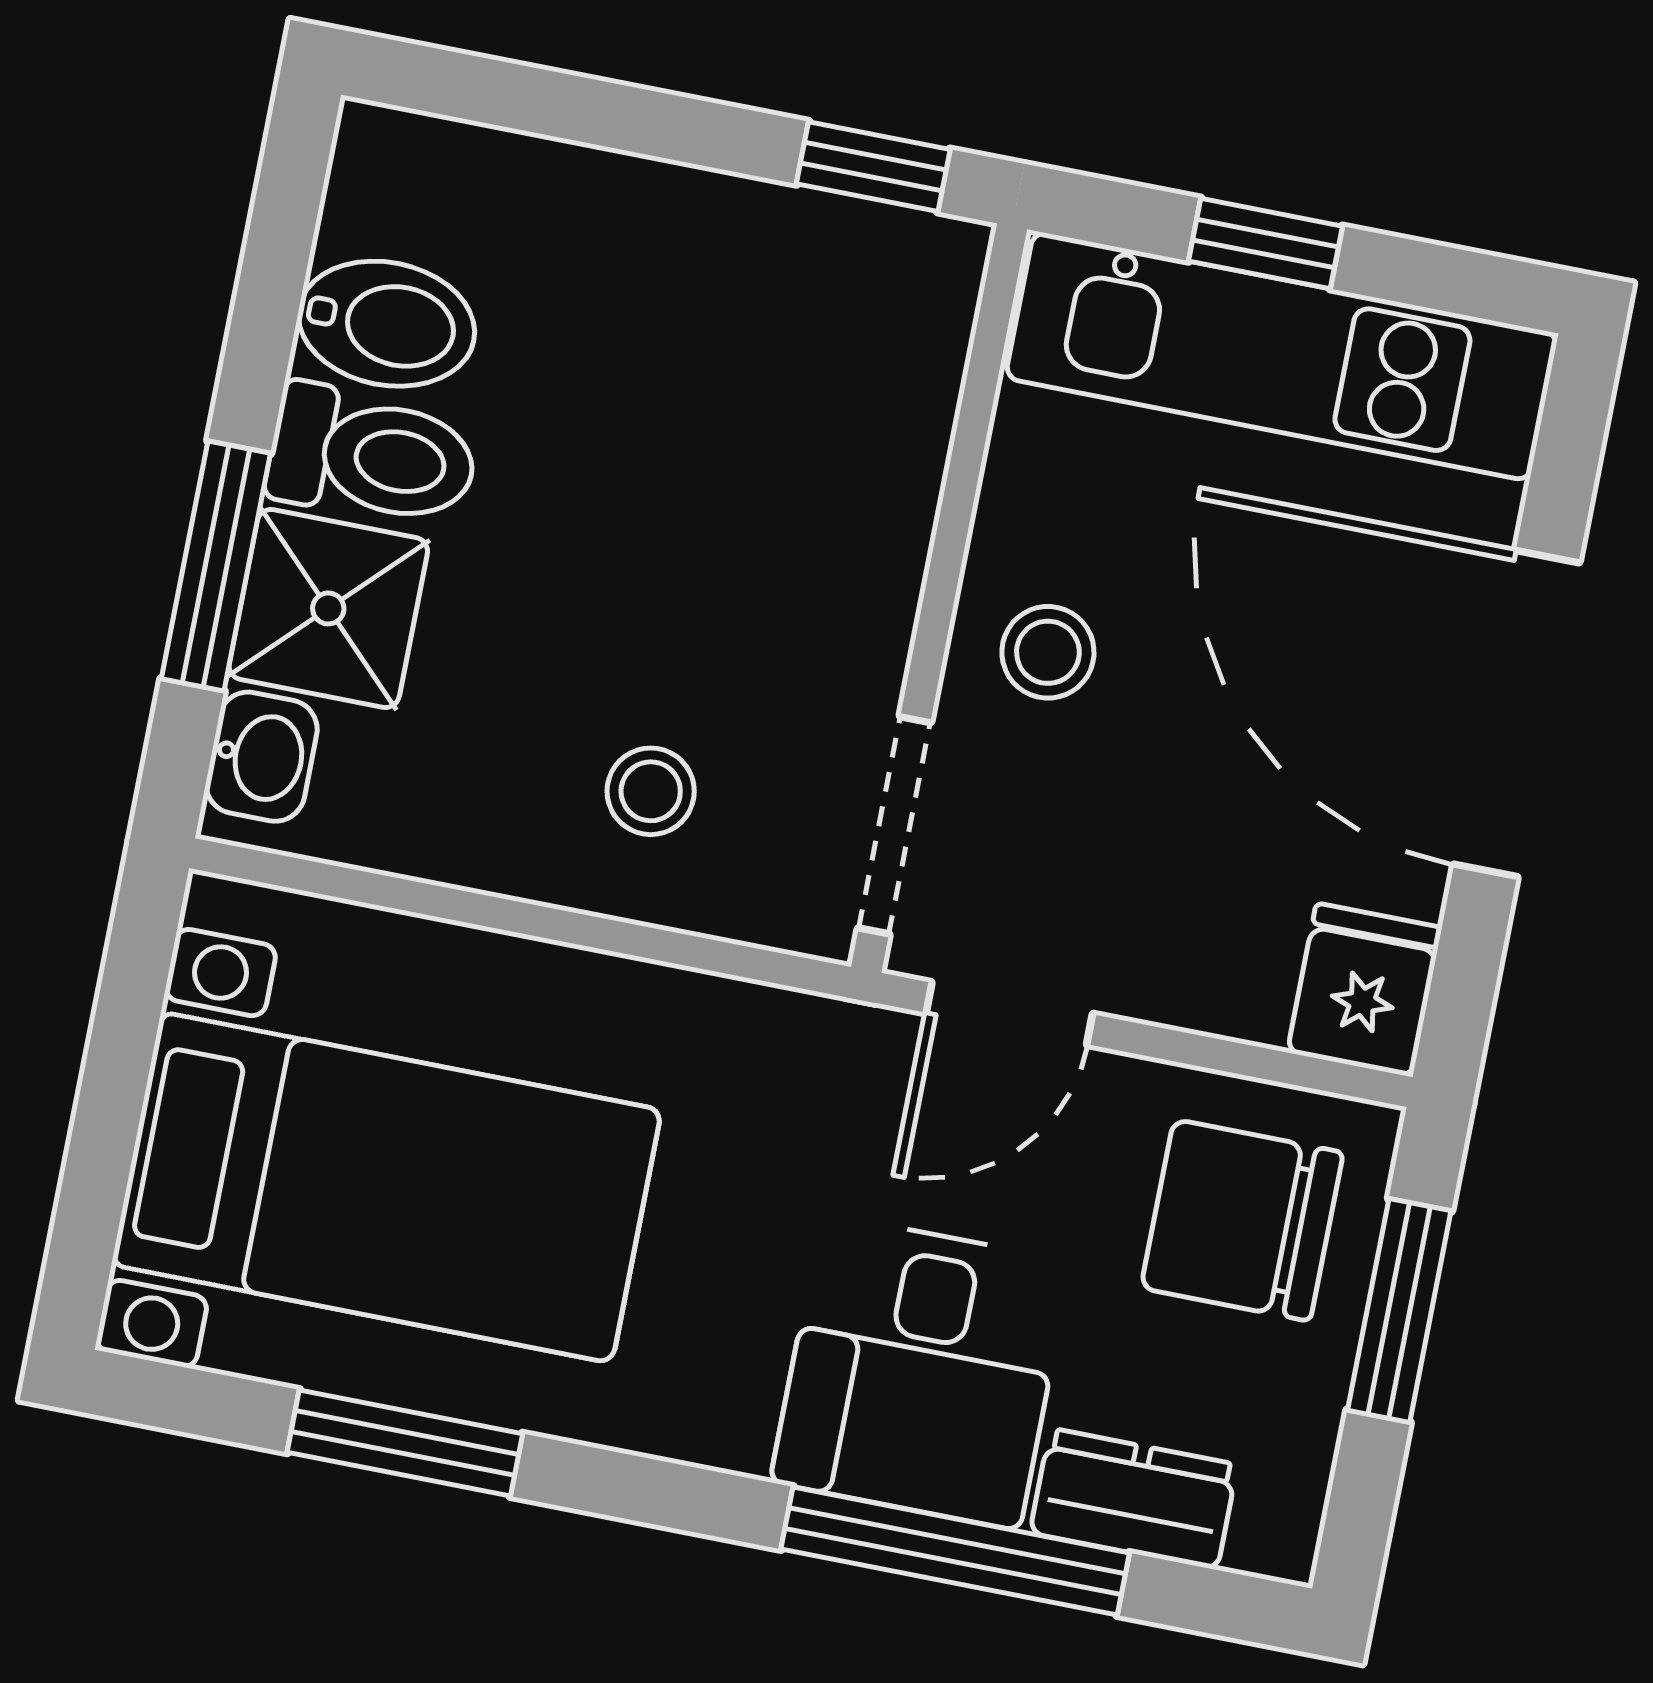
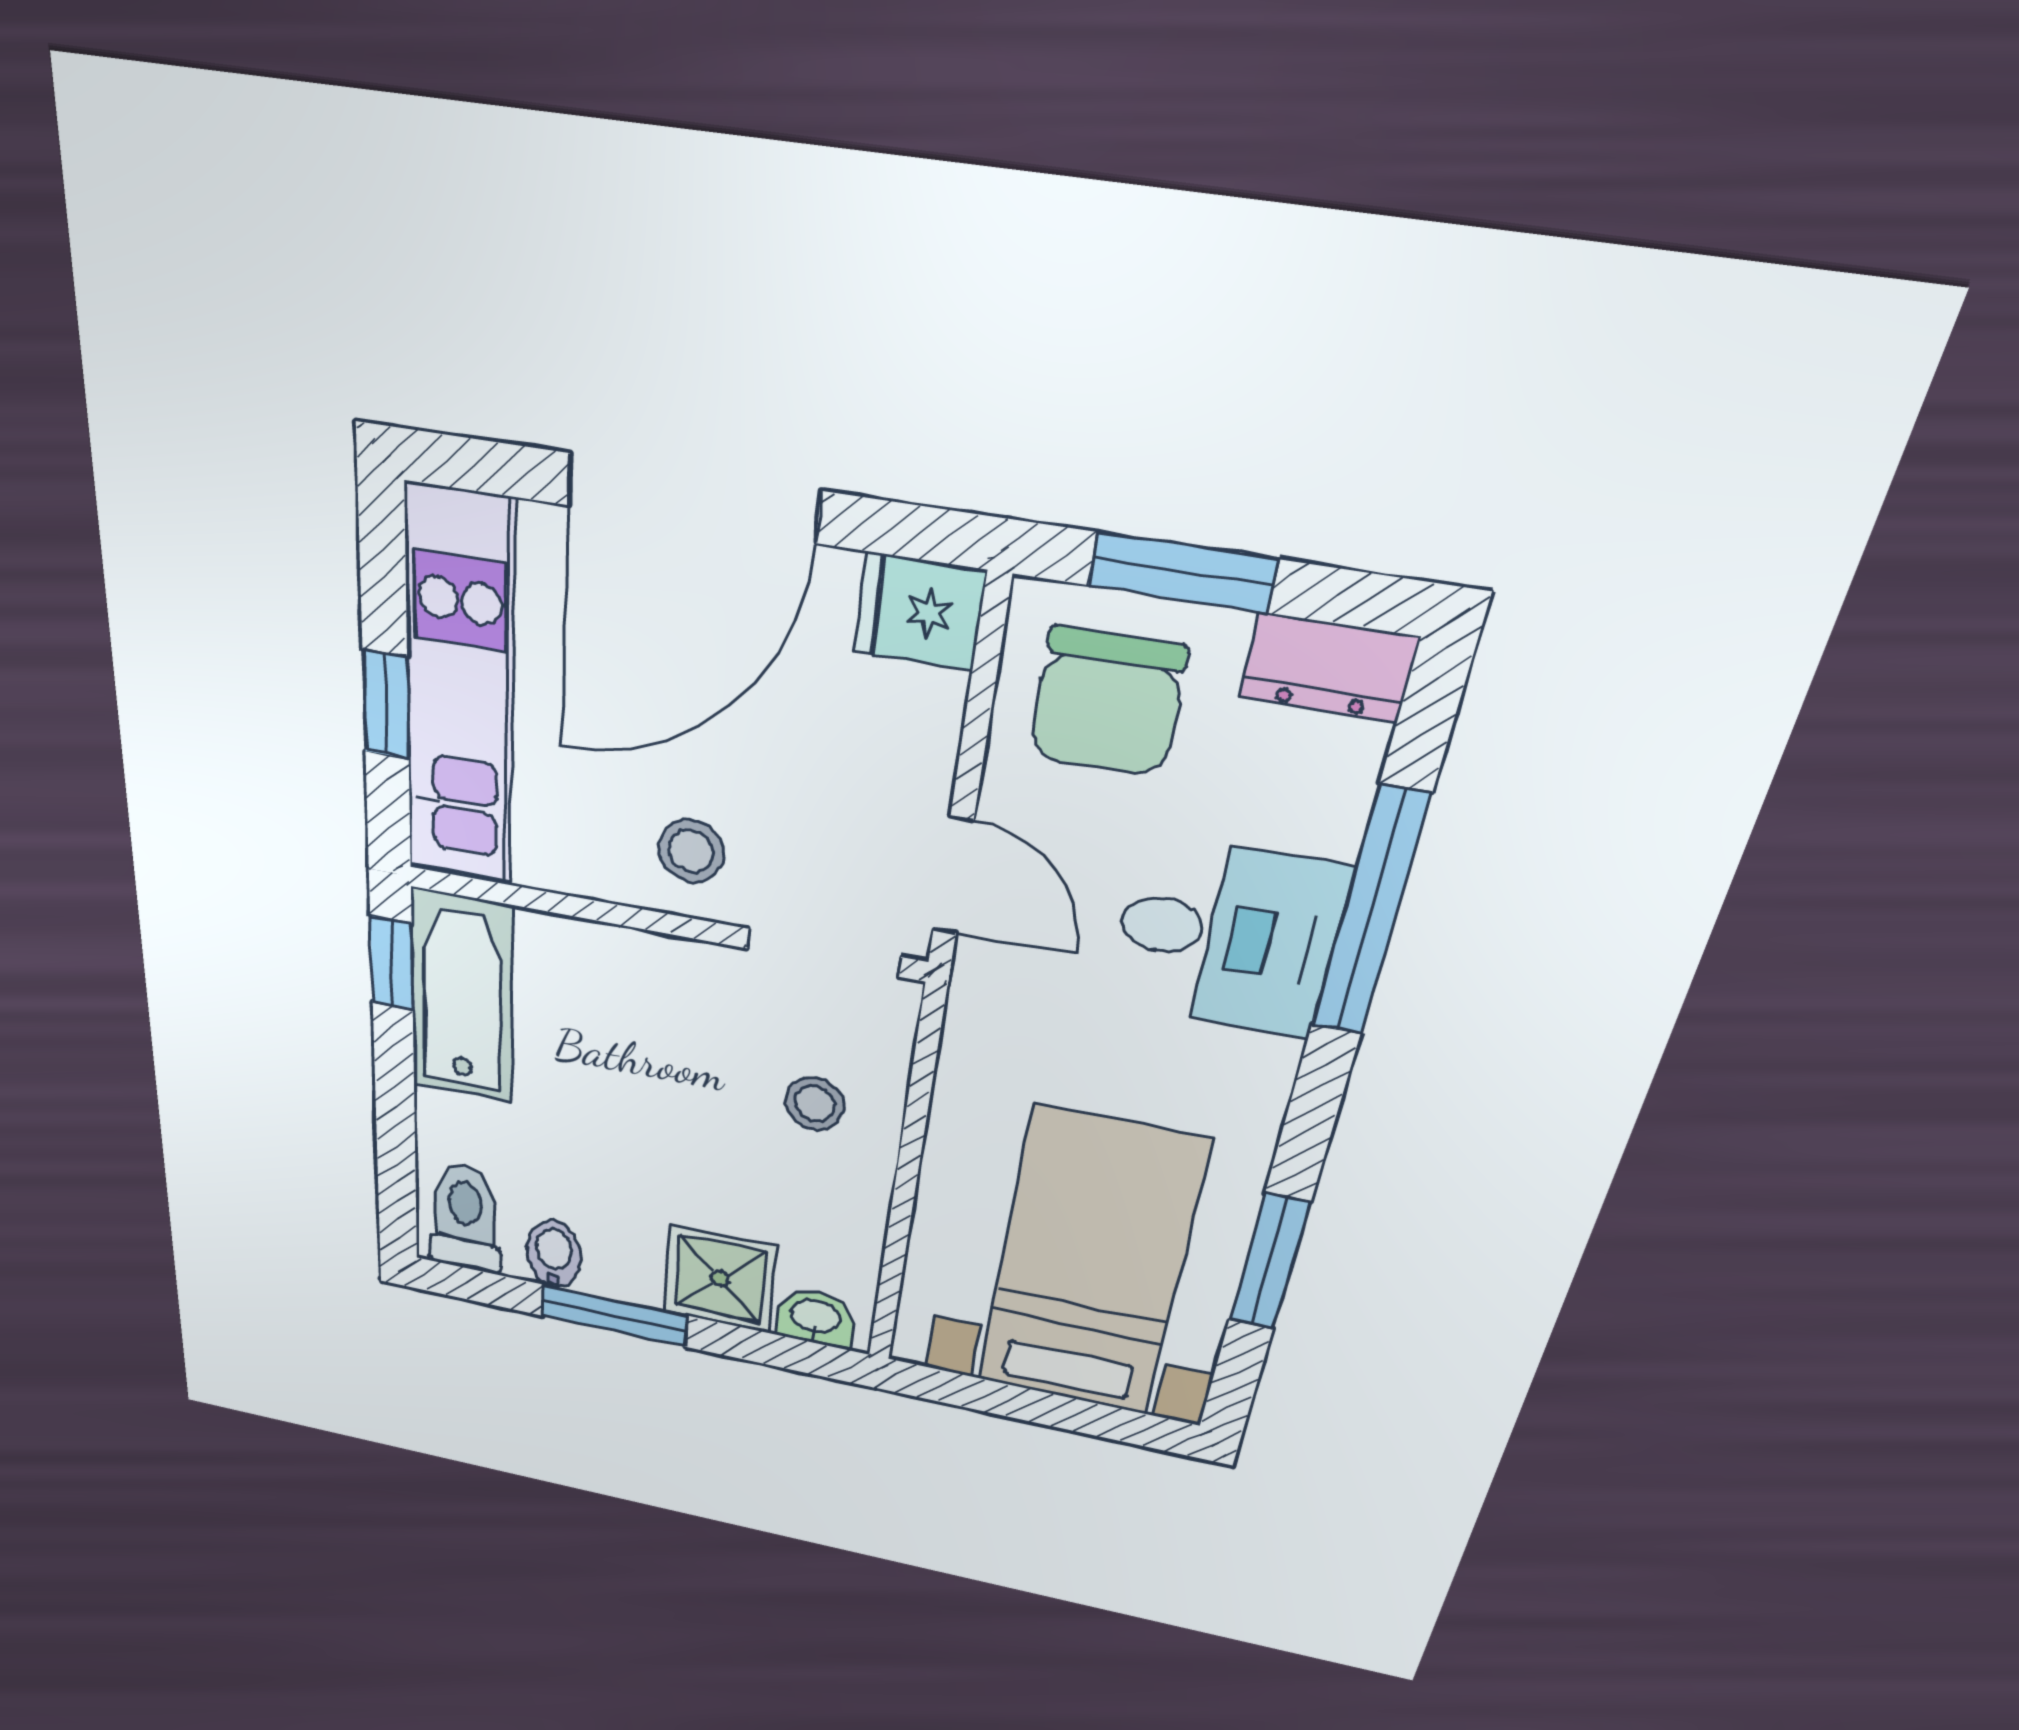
bathtub: (818, 268) -> (462, 997), added
bidet: (386, 324) -> (554, 1254), width x0.72, depth x0.74
toilet: (372, 456) -> (465, 1218), moved
window: (216, 566) -> (614, 1316), moved
dresser: (1134, 1499) -> (1328, 668), moved, turned -90

